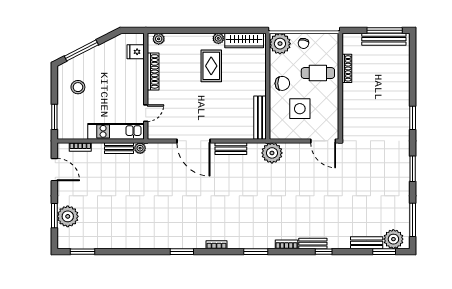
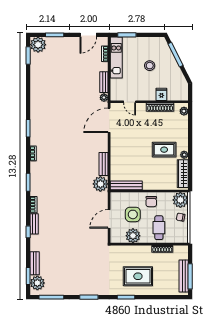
fridge: (136, 52) -> (161, 94), moved
stool: (78, 87) -> (150, 66), moved
rug: (384, 102) -> (138, 276), added
plant: (329, 108) -> (133, 236), added
kitchen unit: (116, 131) -> (116, 57), moved
door: (193, 141) -> (109, 120), moved
door: (323, 141) -> (109, 219), moved
plant: (272, 153) -> (100, 184), moved
plant: (68, 216) -> (38, 45), moved

